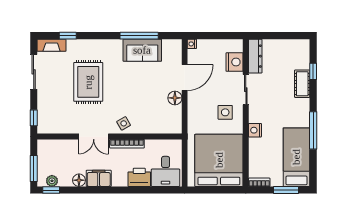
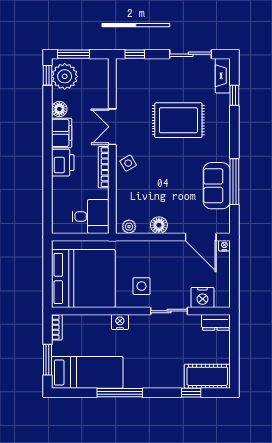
dresser: (255, 56) -> (216, 322), width x0.70
door: (185, 77) -> (201, 237), moved
cot: (302, 84) -> (207, 376), moved, width x1.37, depth x1.34
plant: (176, 123) -> (129, 227), added
desk: (166, 171) -> (91, 217), moved, turned 180
printer: (139, 177) -> (63, 163), moved
plant: (52, 181) -> (65, 76), width x1.88, depth x1.88

